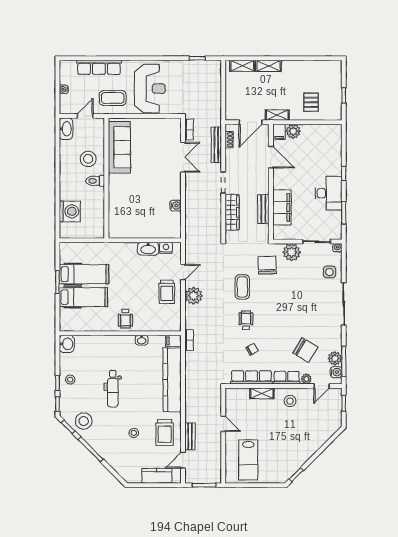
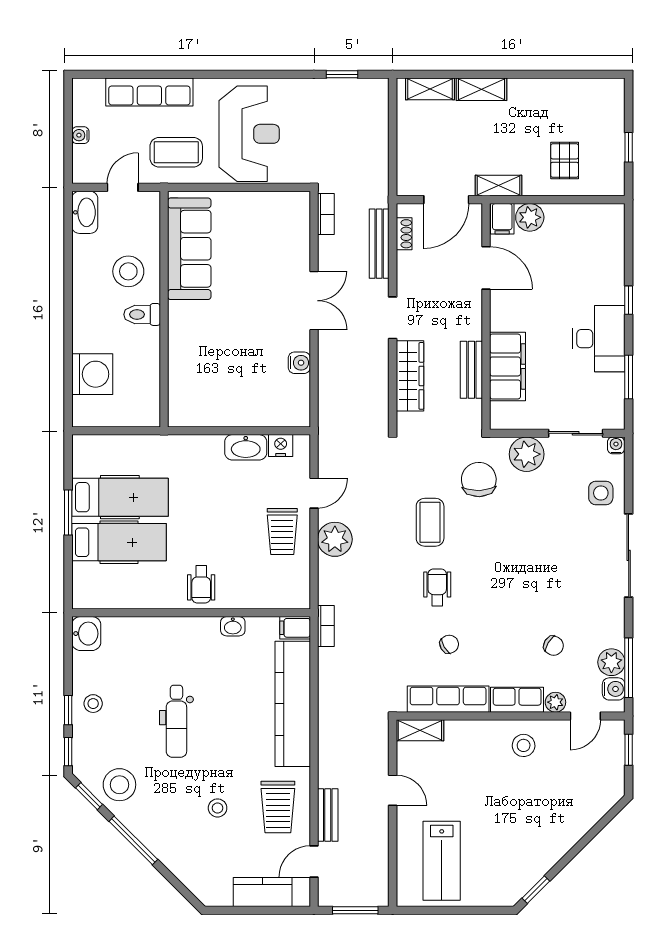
double door: (183, 157) -> (314, 301), moved
chair: (305, 350) -> (554, 646), width x0.54, depth x0.54
shelving: (262, 393) -> (420, 730), moved

